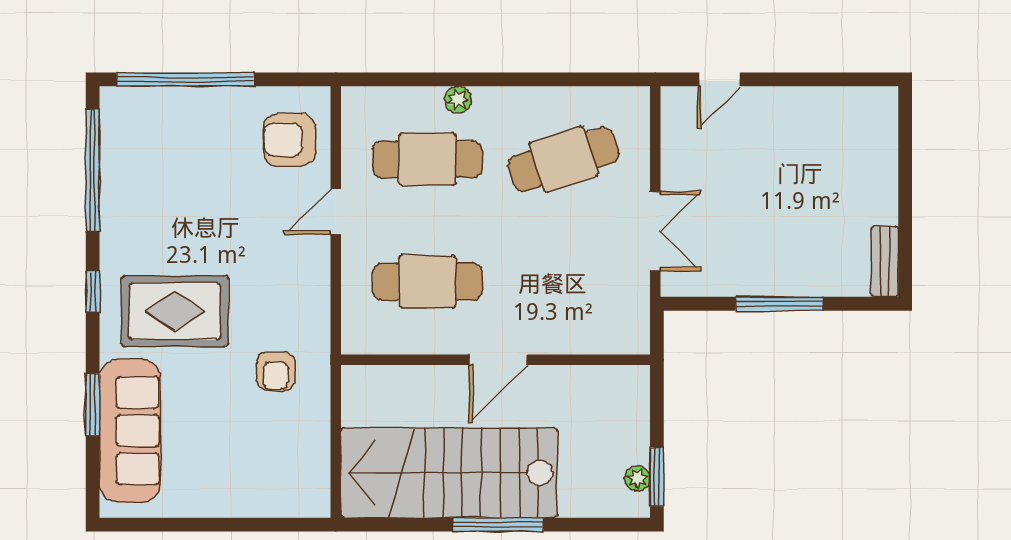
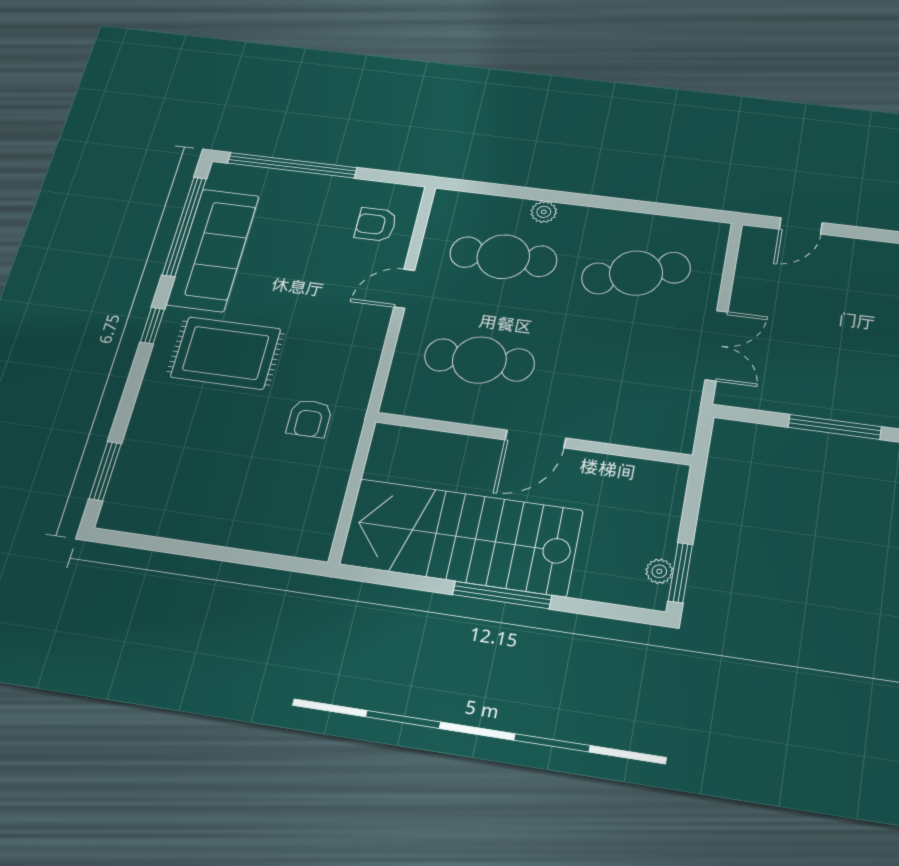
armchair: (290, 140) -> (376, 224), width x0.72, depth x0.72
window: (93, 405) -> (105, 471), moved
sofa: (130, 431) -> (213, 250), moved

